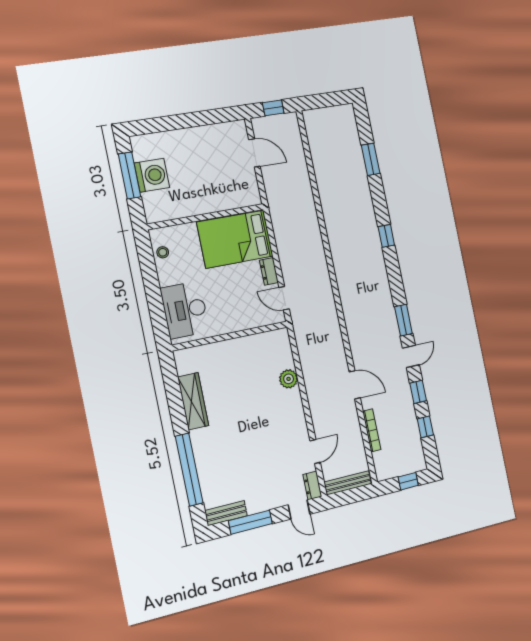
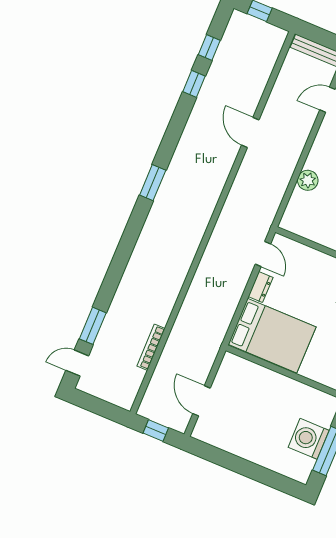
window: (386, 236) -> (126, 246), removed
window: (403, 320) -> (153, 183), moved
door: (411, 356) -> (77, 363), moved
bookcase: (372, 430) -> (151, 347), moved

